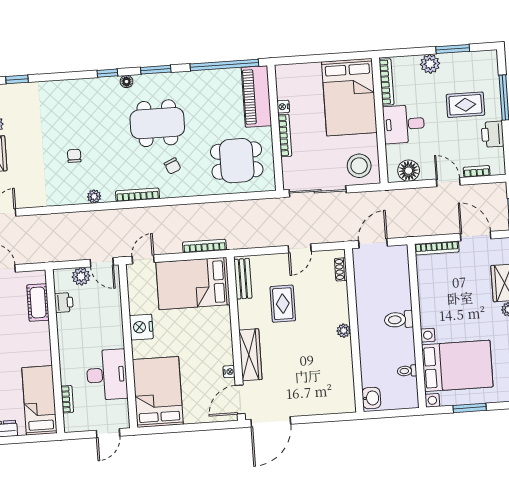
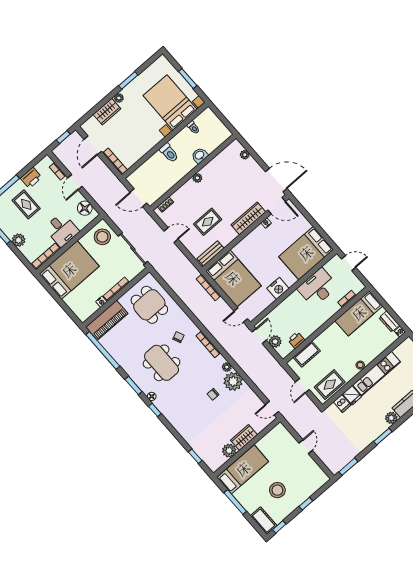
plant: (71, 191) -> (233, 381), added
washbasin: (371, 398) -> (200, 155), moved
plant: (329, 407) -> (245, 155), added

